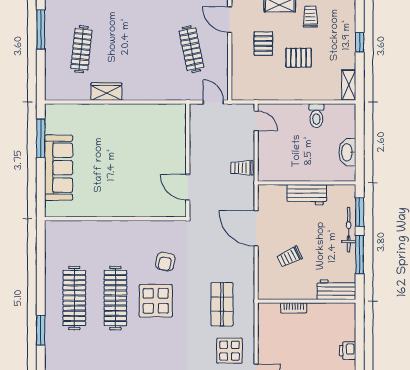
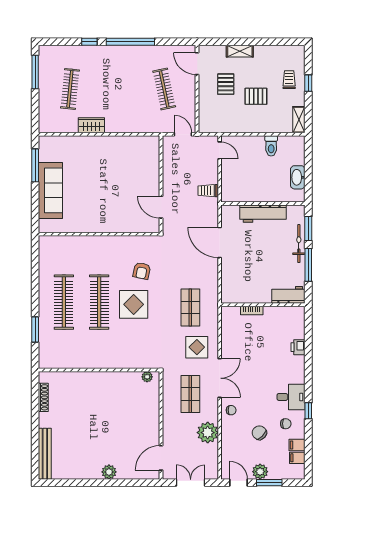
trolley: (310, 17) -> (289, 80), moved
workbench: (307, 195) -> (263, 214), width x1.38
trolley: (290, 257) -> (248, 267), removed

